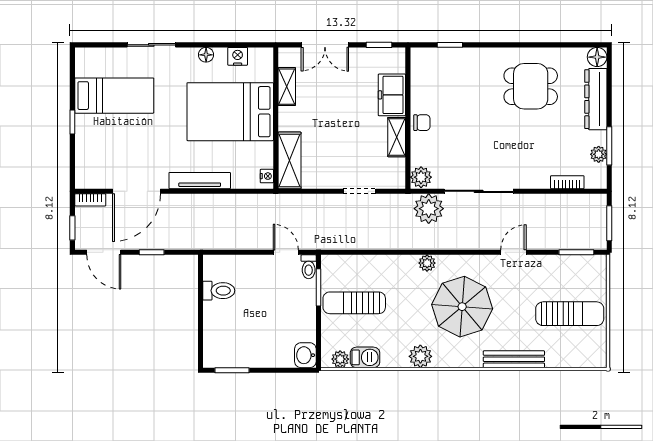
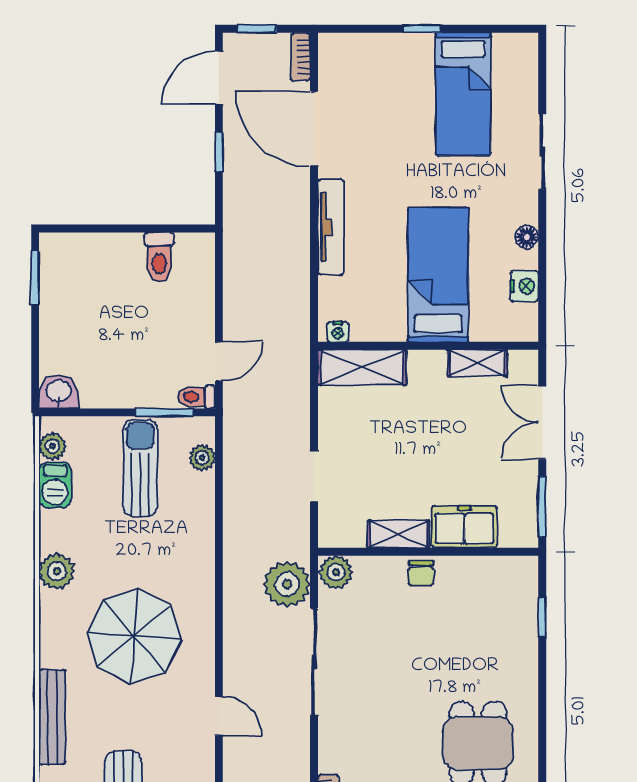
window: (379, 45) -> (542, 507), width x1.50
bed: (230, 112) -> (438, 275), width x0.67
plant: (427, 263) -> (202, 458), moved

